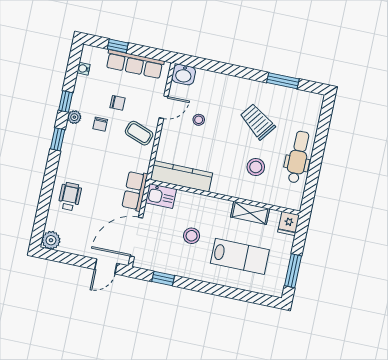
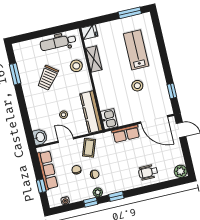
kitchen counter: (181, 176) -> (91, 112), moved
kitchen sink: (161, 196) -> (109, 119), moved
wall: (225, 197) -> (92, 79), moved
shelving: (250, 213) -> (94, 59), moved
fridge: (289, 224) -> (89, 32), moved

